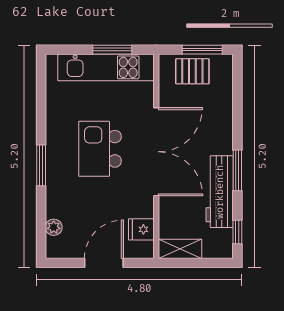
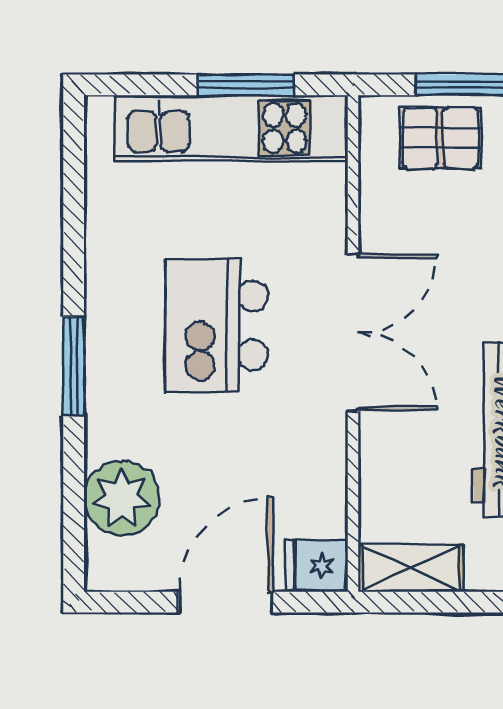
double door: (156, 152) -> (353, 333), width x0.73
plant: (54, 227) -> (122, 498), width x1.88, depth x1.88
fridge: (141, 229) -> (317, 566), moved

